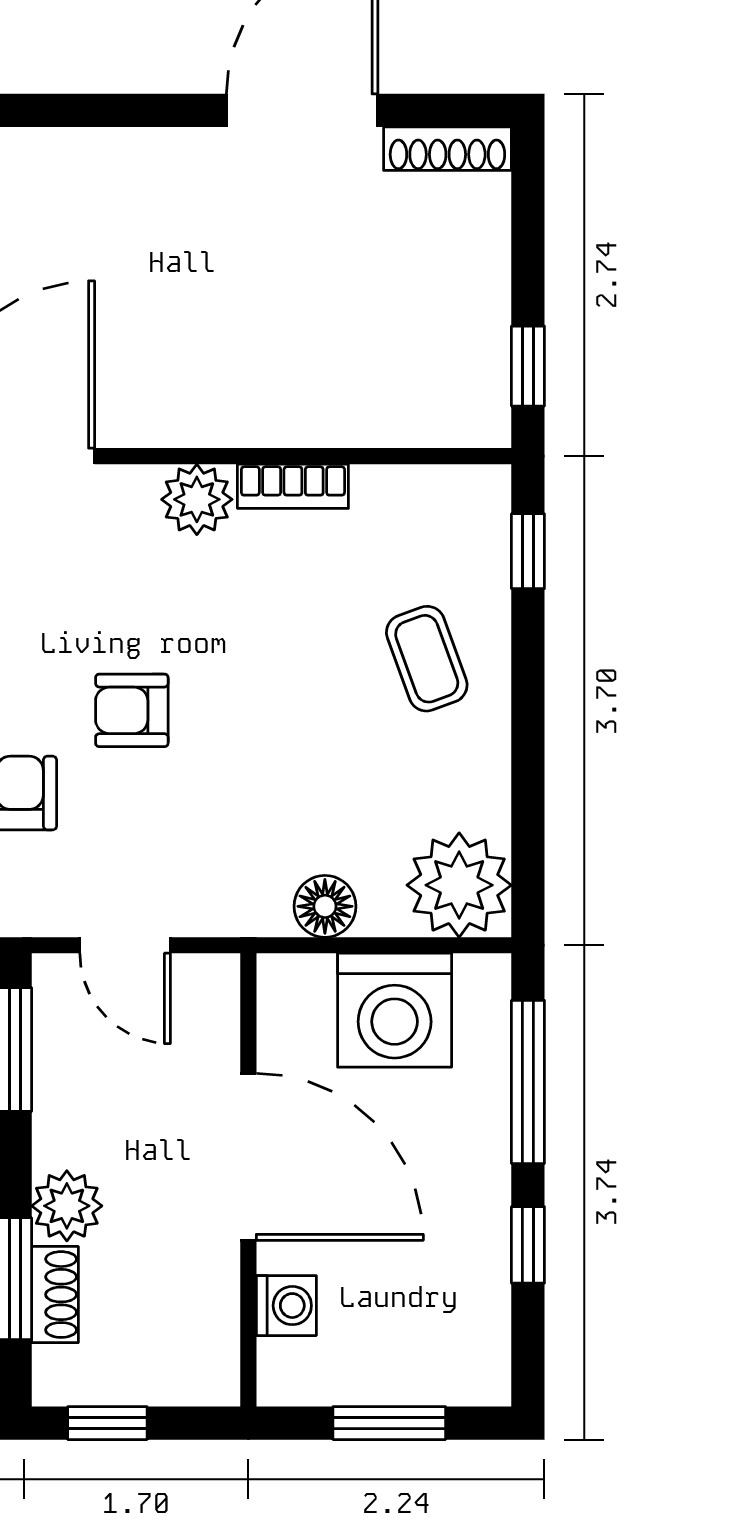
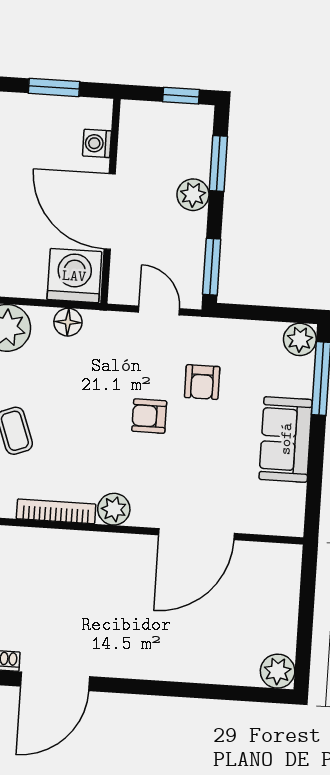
bookcase: (293, 486) -> (56, 511), width x1.56
armchair: (132, 710) -> (149, 416), turned 180
washing machine: (395, 1010) -> (74, 276), moved
shoe rack: (55, 1295) -> (201, 155), removed

